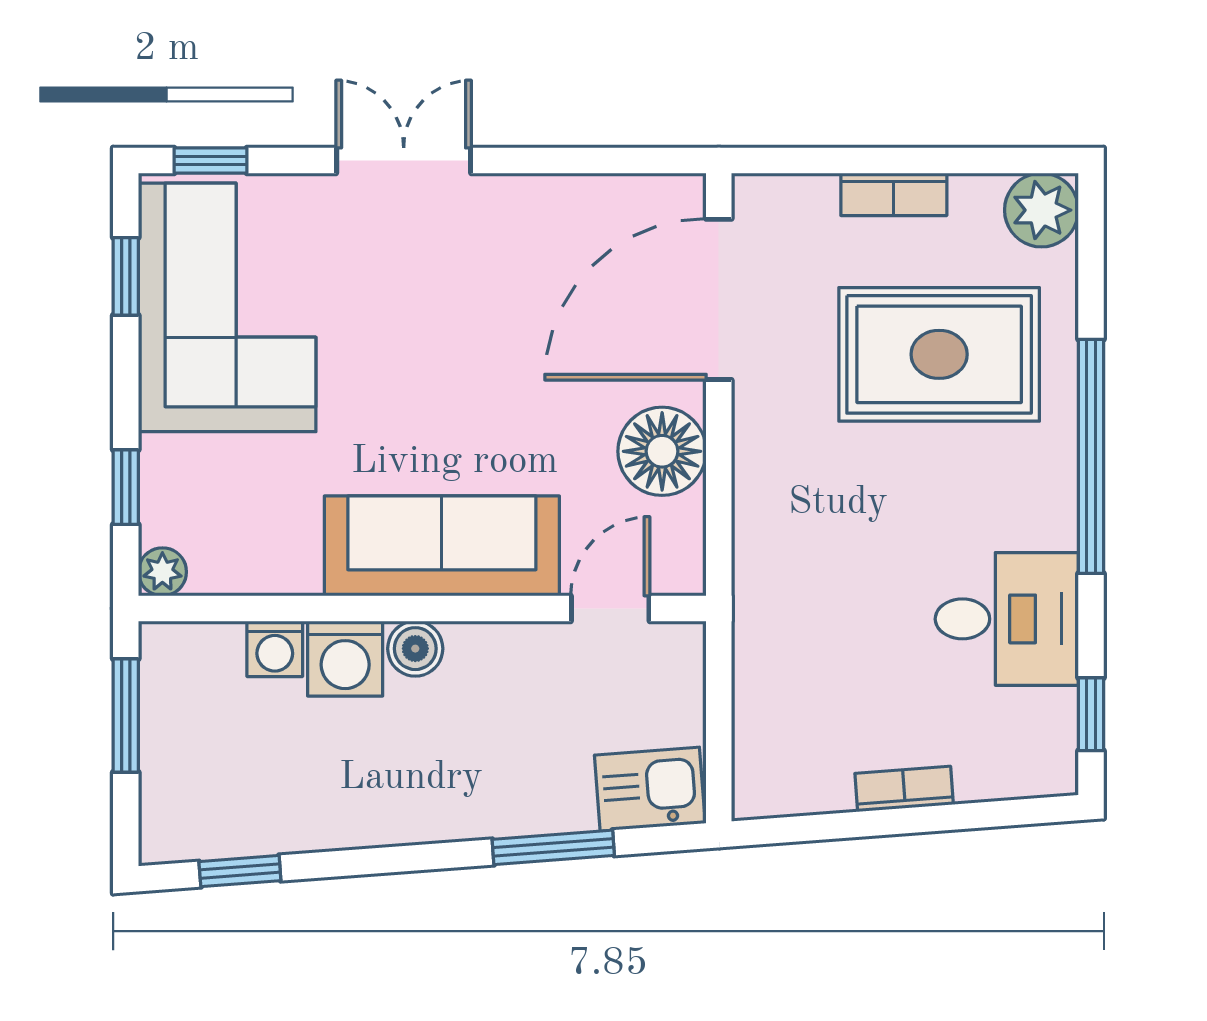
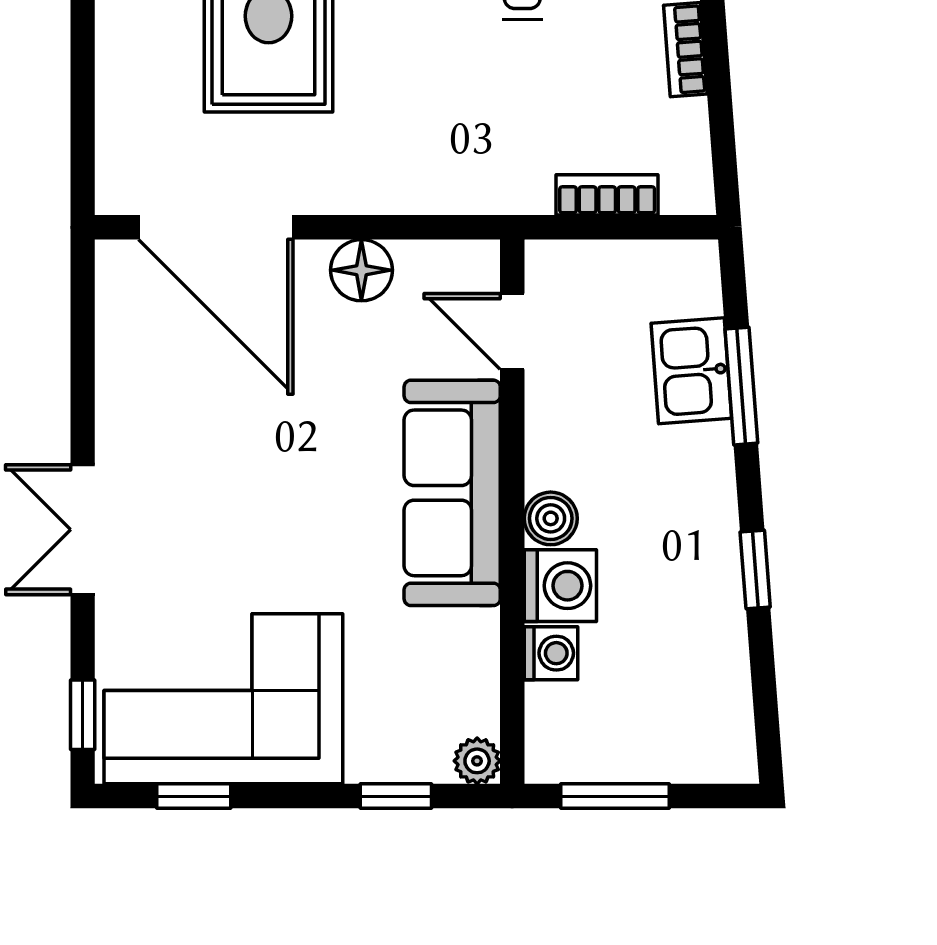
bookcase: (894, 194) -> (607, 195), moved, turned -90
floor lamp: (662, 451) -> (361, 270), width x0.73, depth x0.73
kitchen sink: (650, 789) -> (691, 371), moved
window: (240, 871) -> (755, 569), moved

